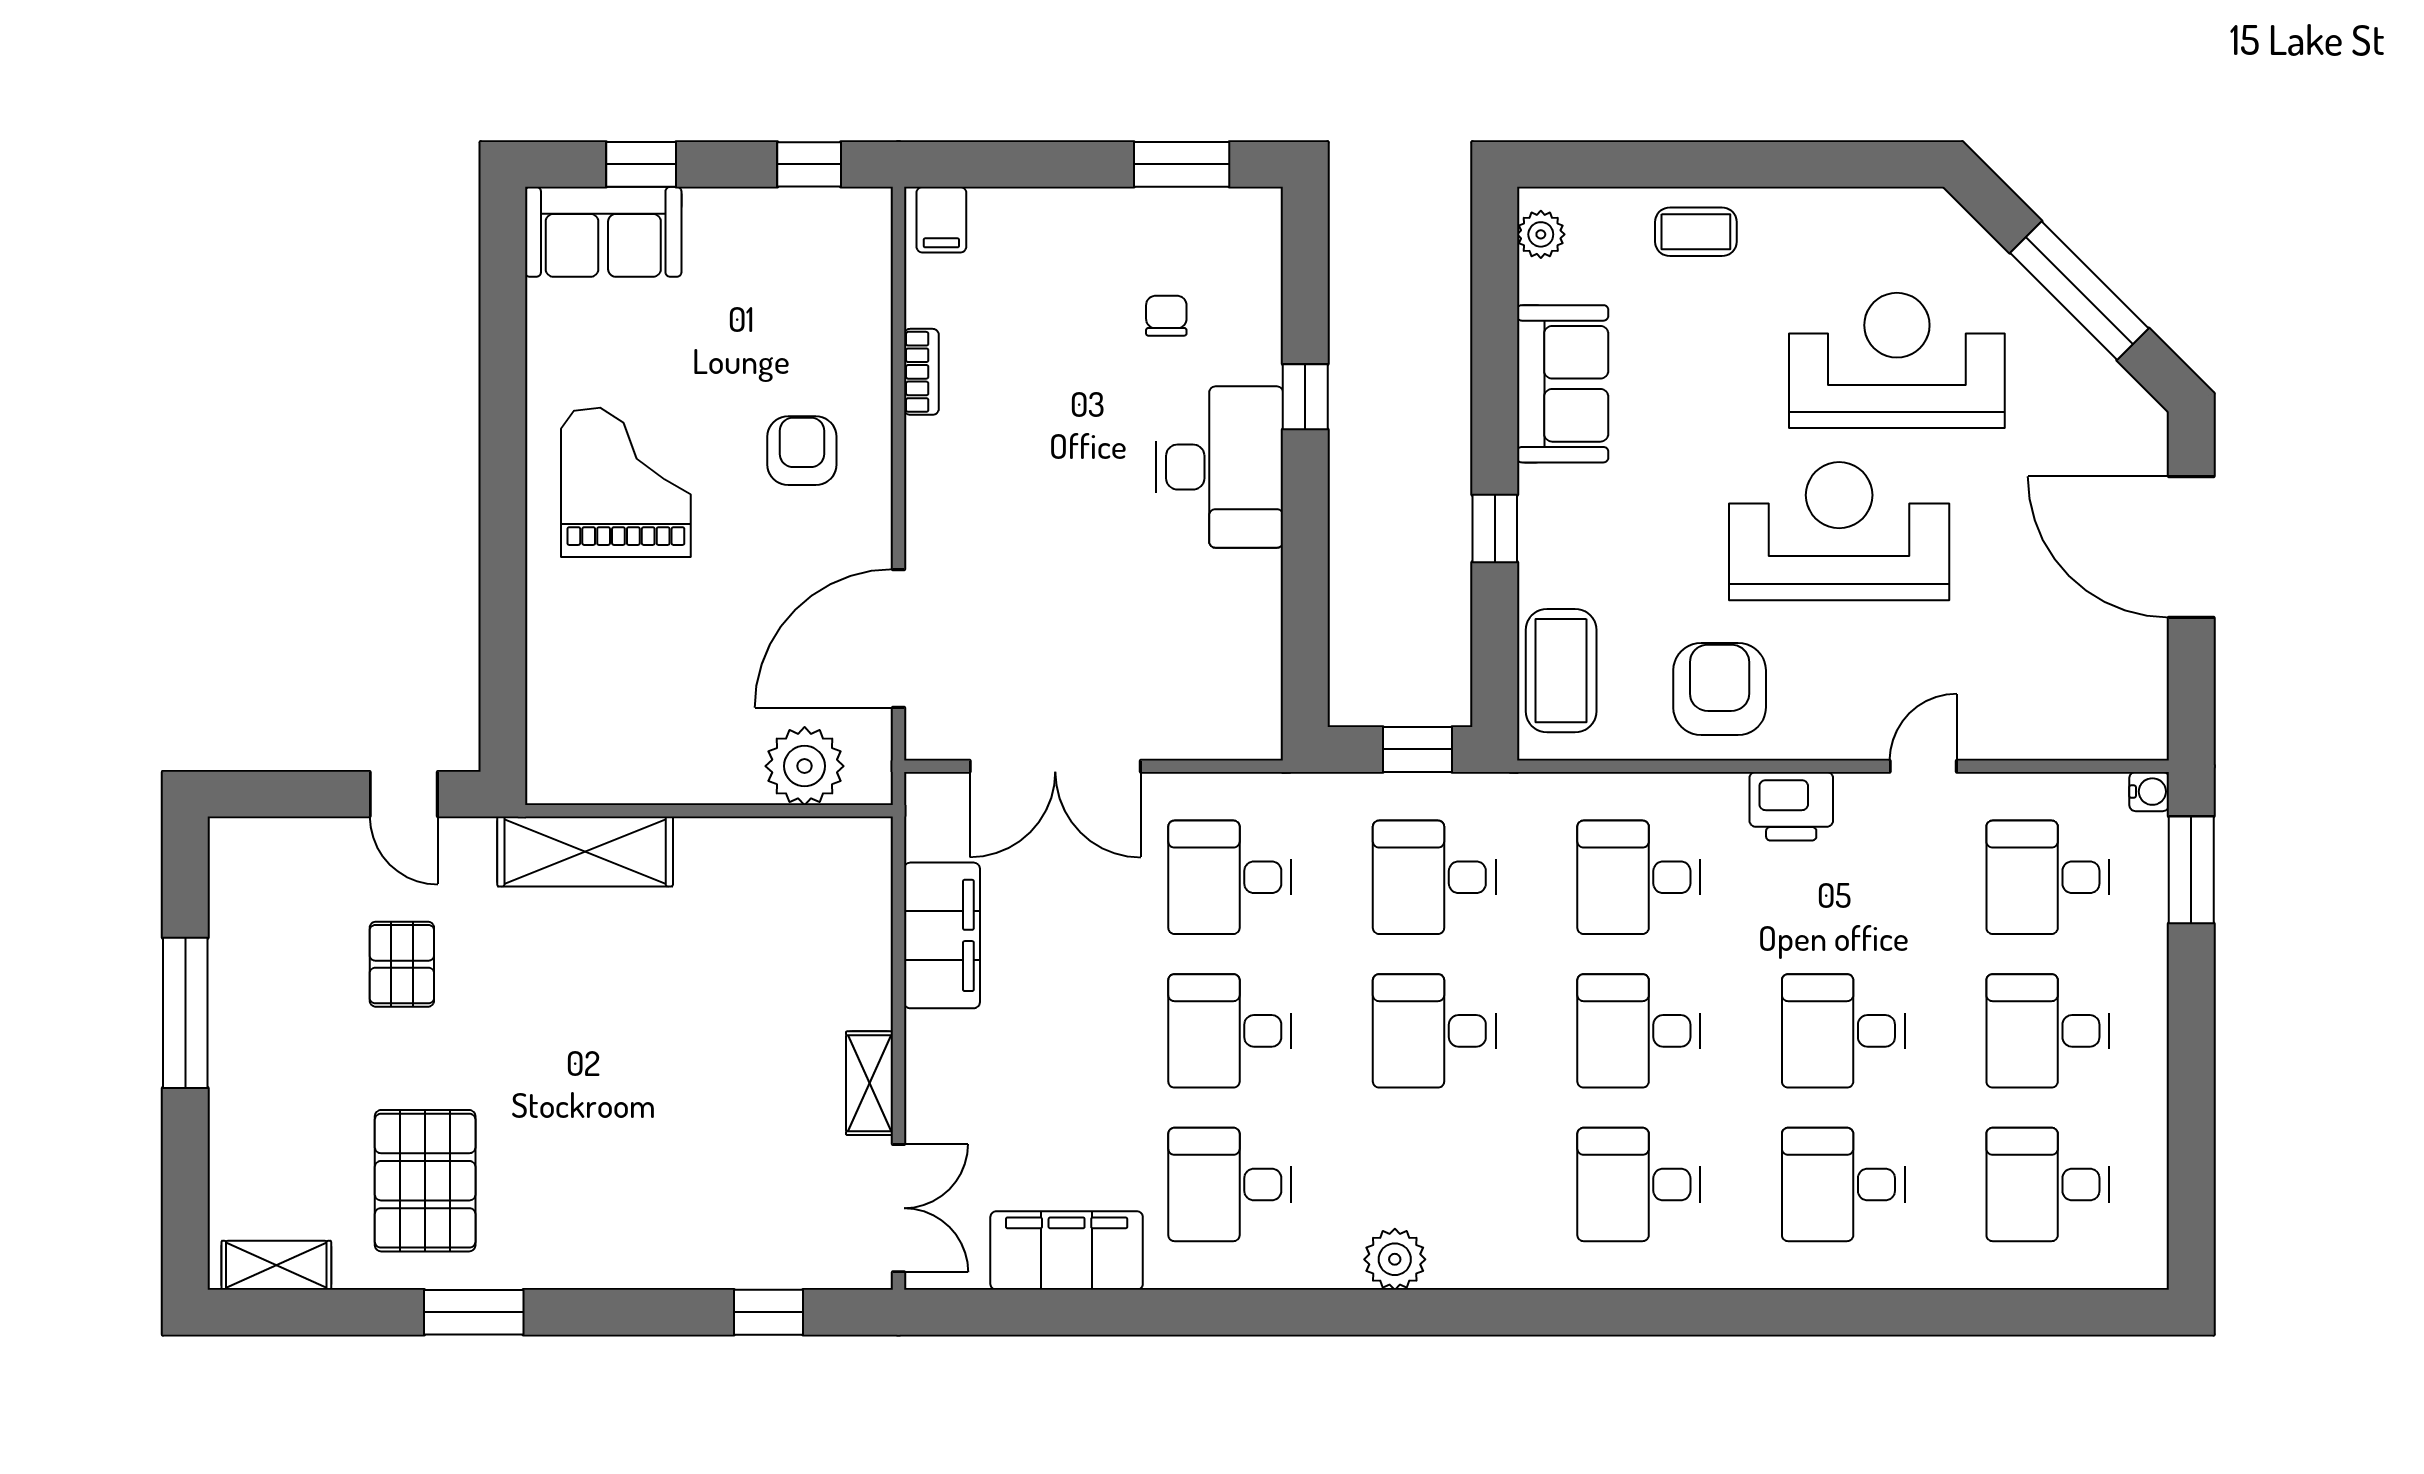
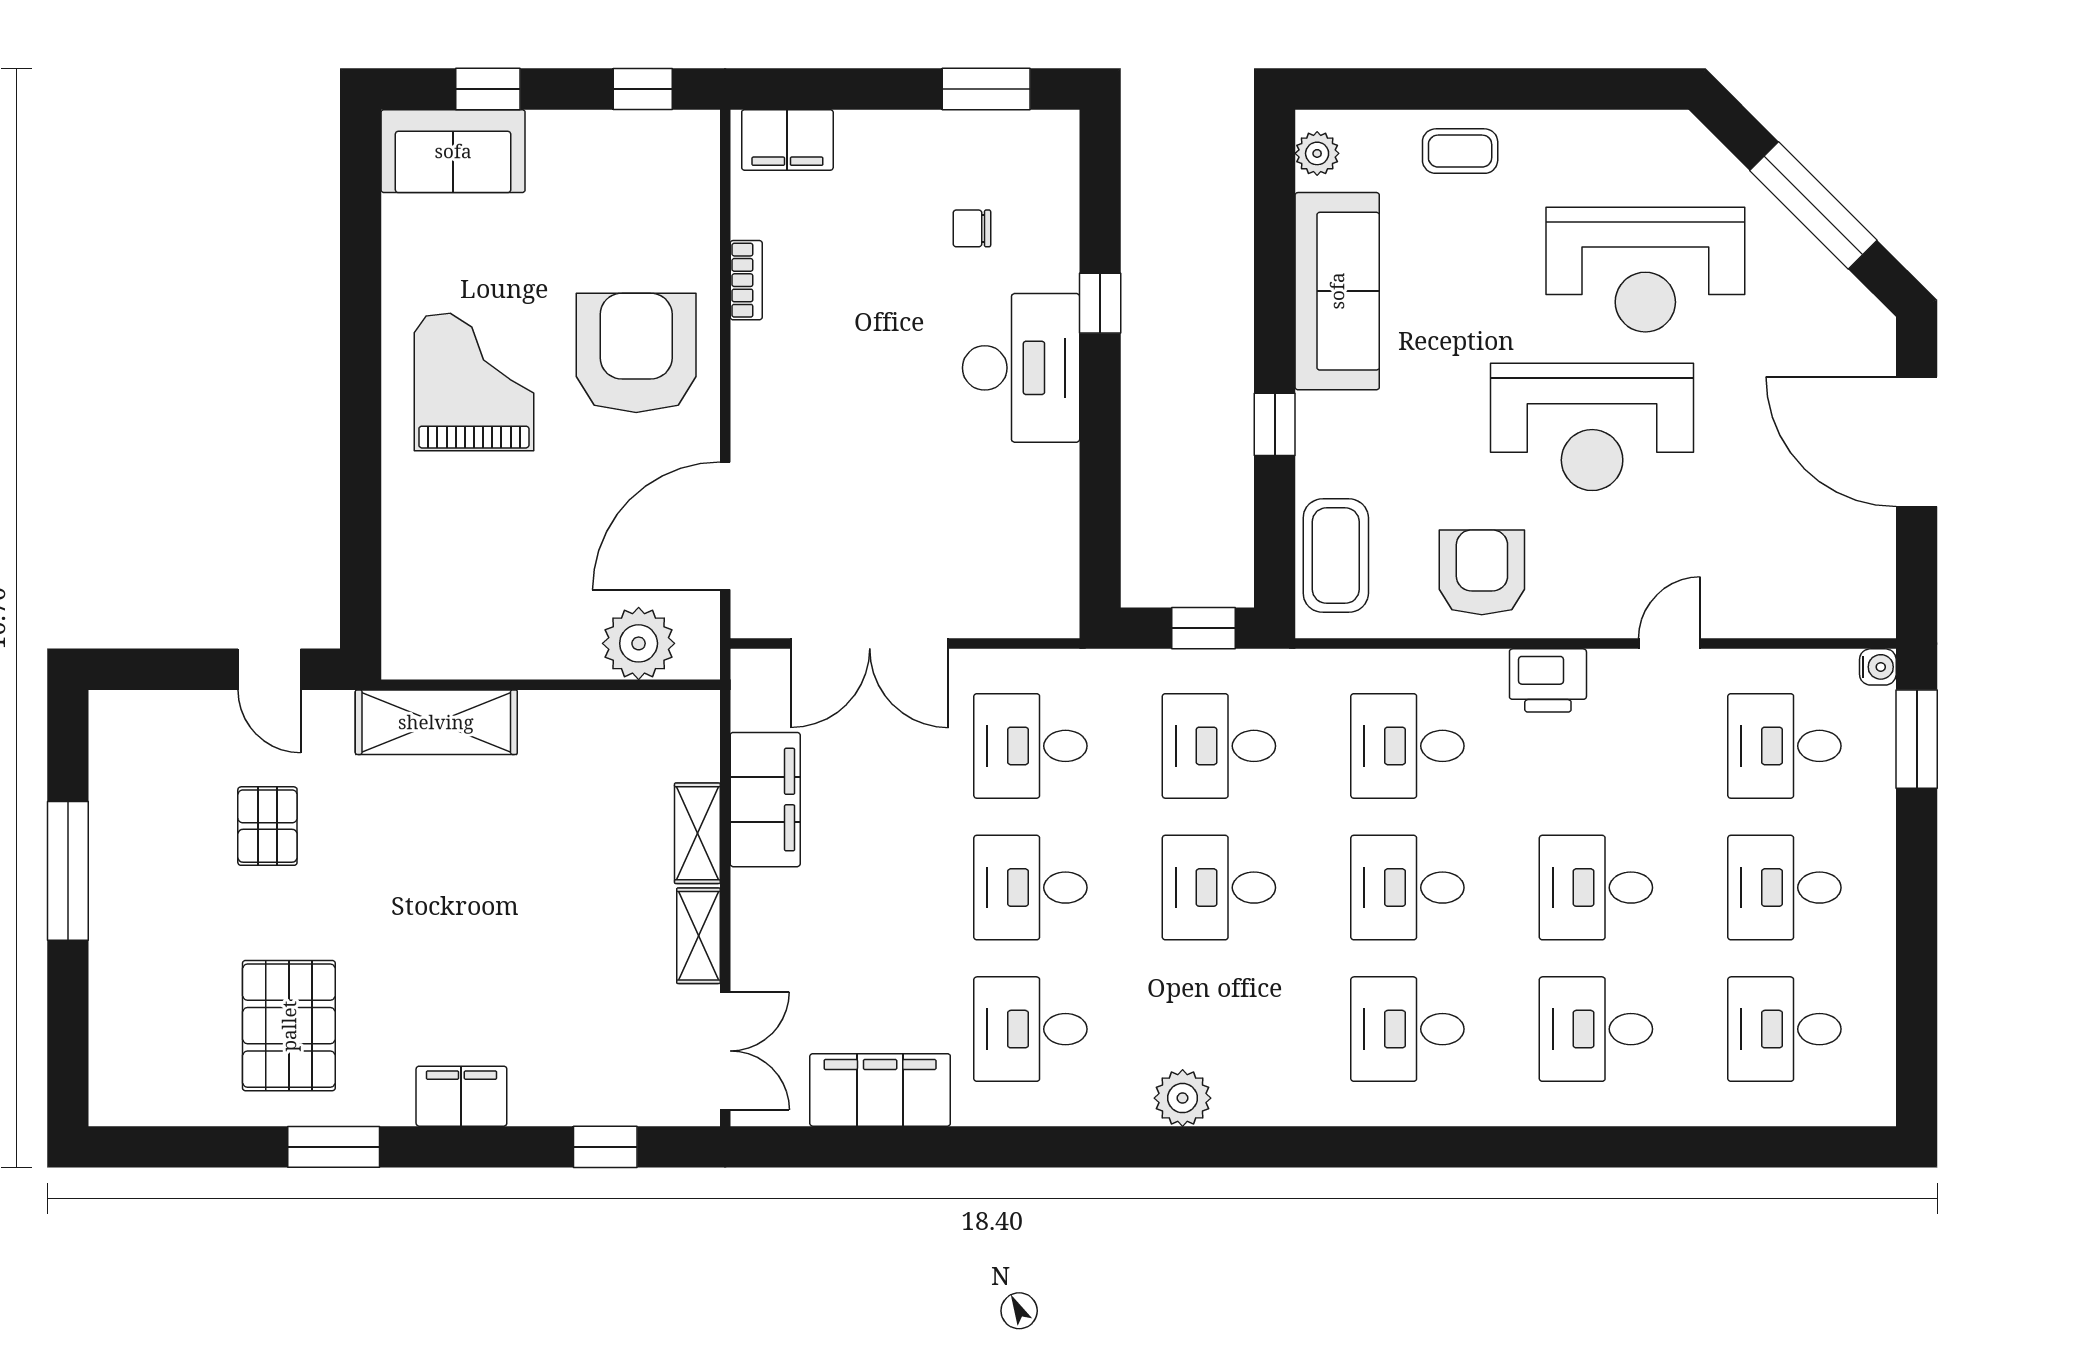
filing cabinet: (941, 220) -> (787, 140), width x2.00
chair: (1166, 316) -> (972, 228), turned -90
reception desk: (1897, 360) -> (1645, 270), turned 180
sofa: (1563, 384) -> (1337, 291), width x1.36
armchair: (802, 451) -> (636, 353), width x1.88, depth x1.88
reception desk: (1839, 531) -> (1592, 427), turned 180
filing cabinet: (612, 1257) -> (461, 1096), added
shelving: (276, 1265) -> (697, 833), moved, turned 90

